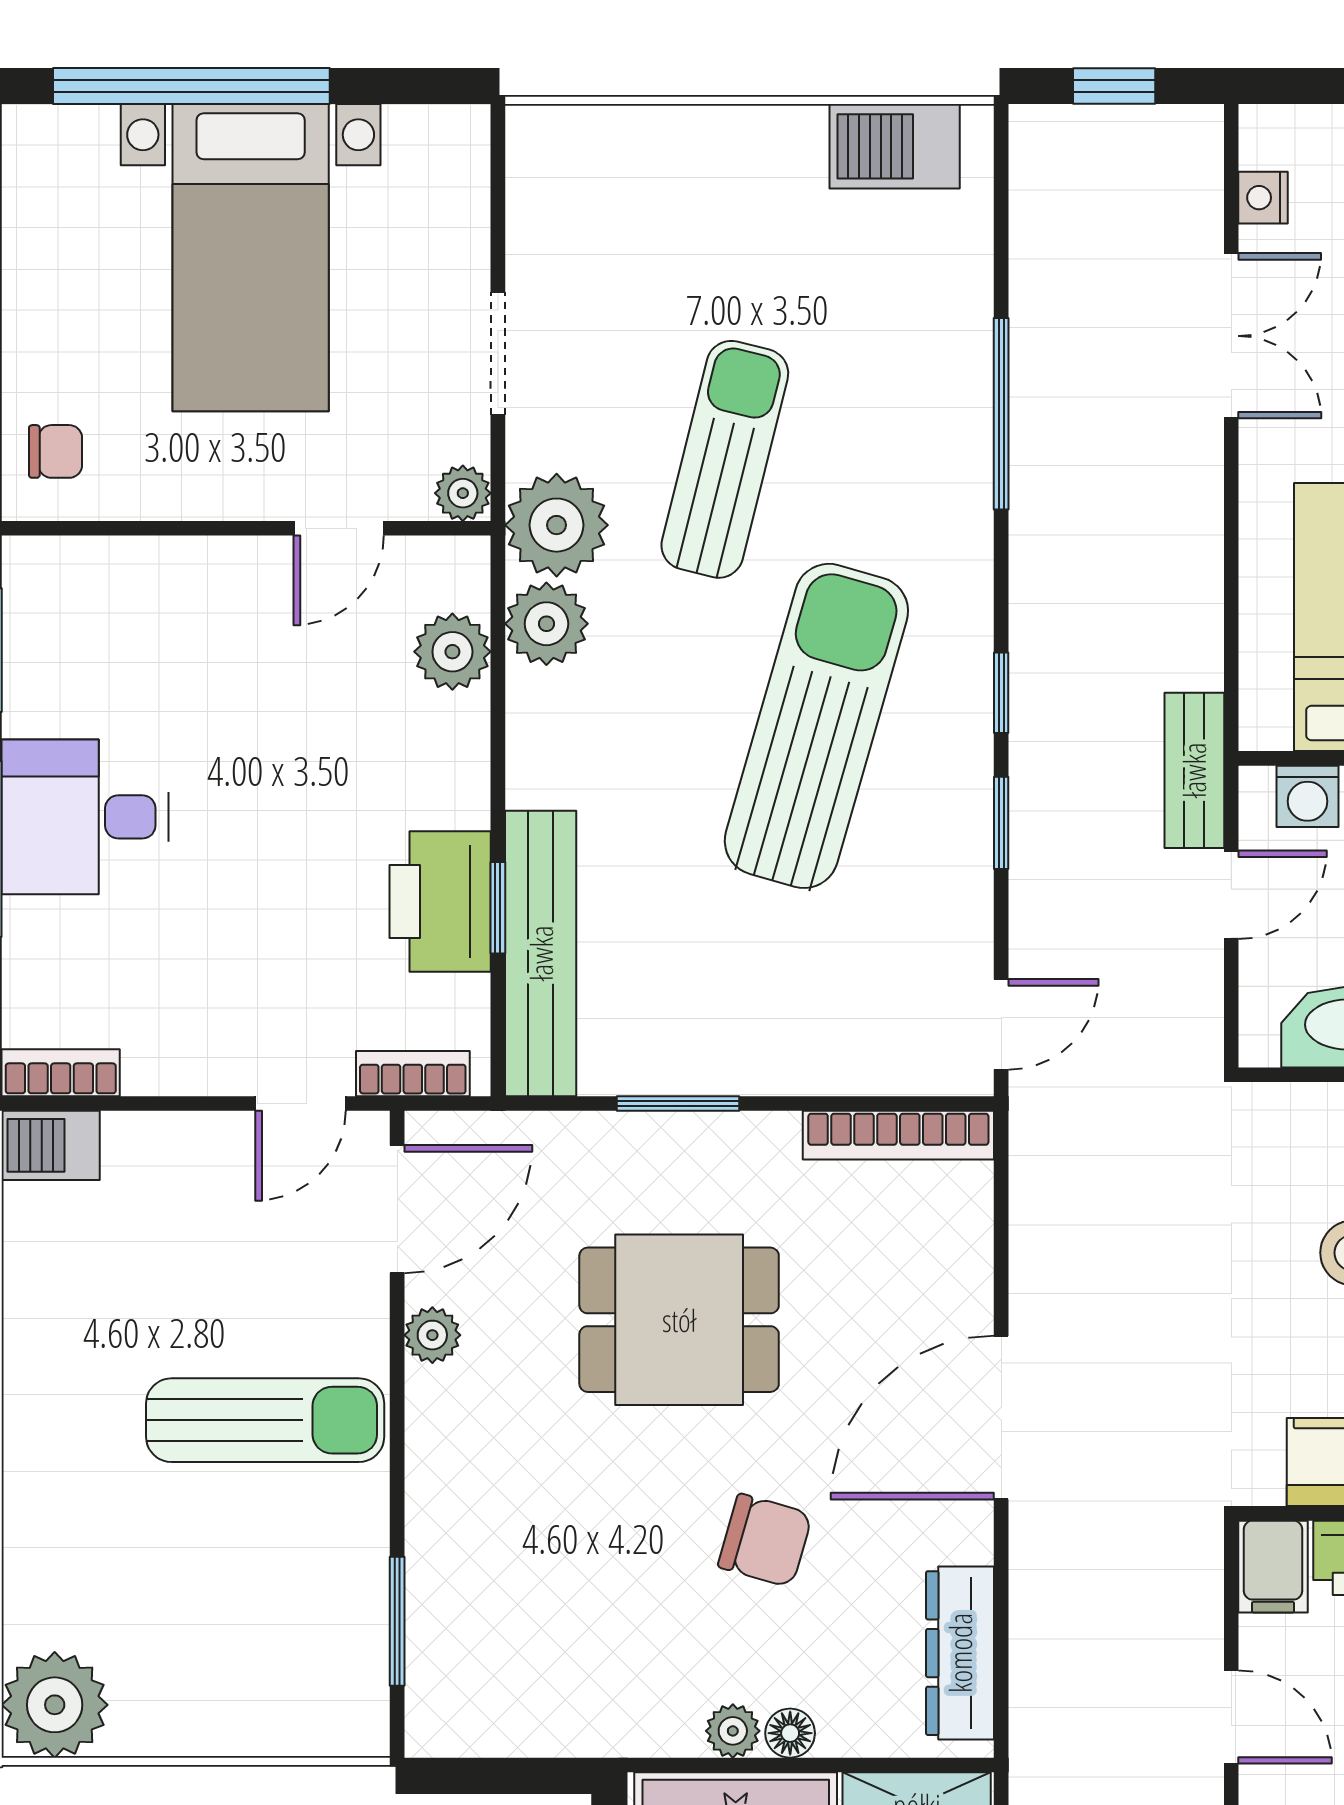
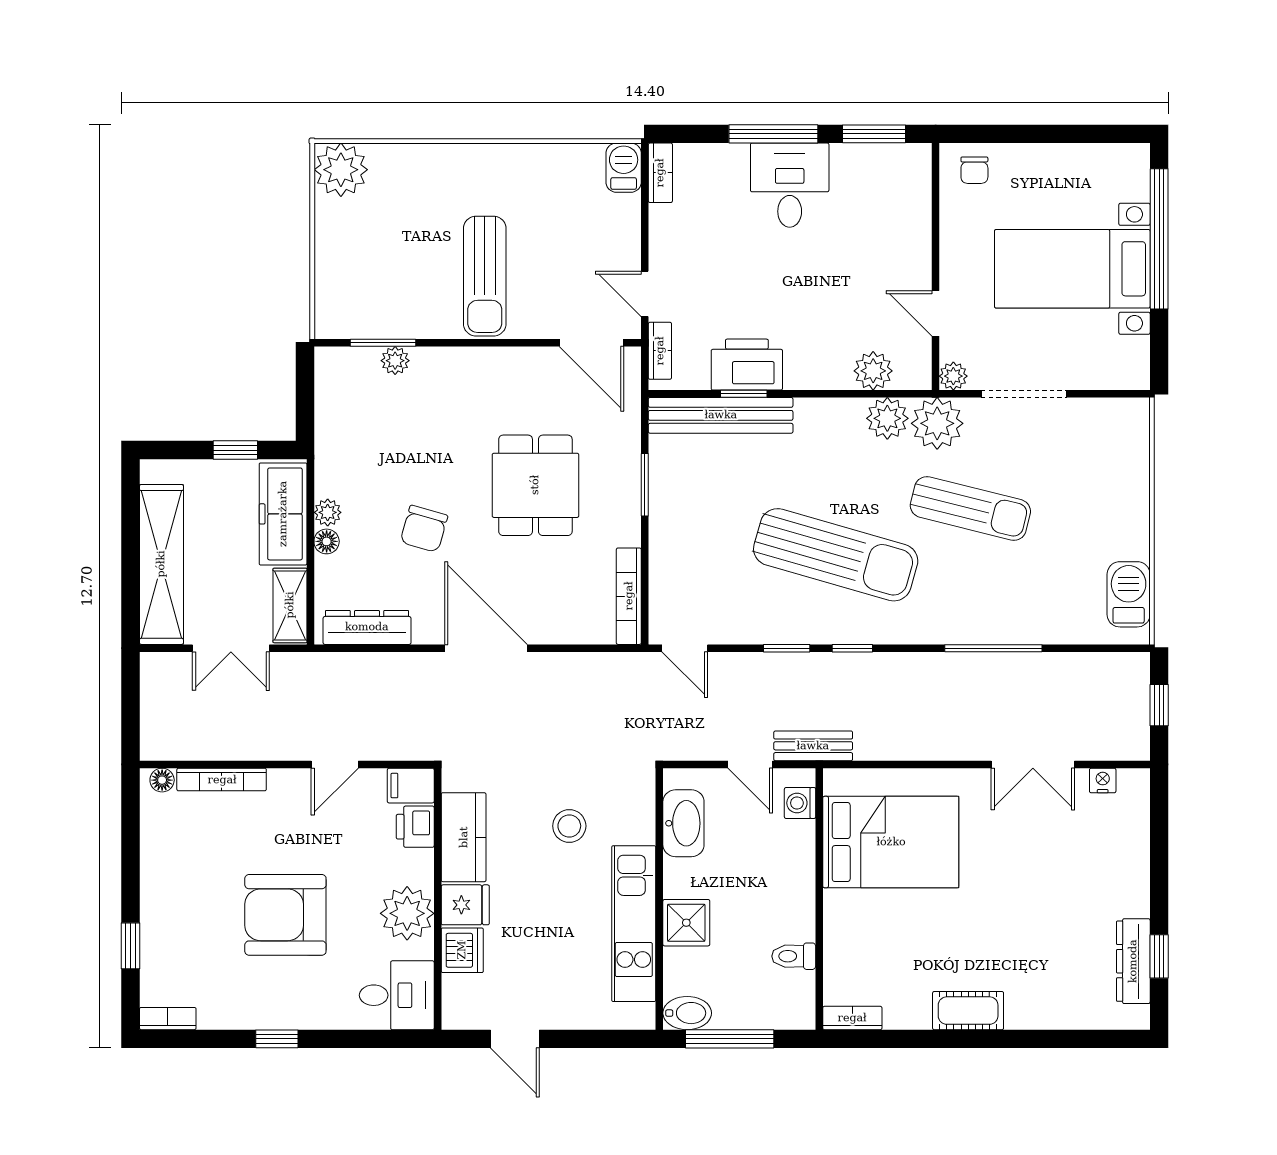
doorway: (498, 354) -> (1024, 394), width x1.38
plant: (432, 1335) -> (395, 361), moved

